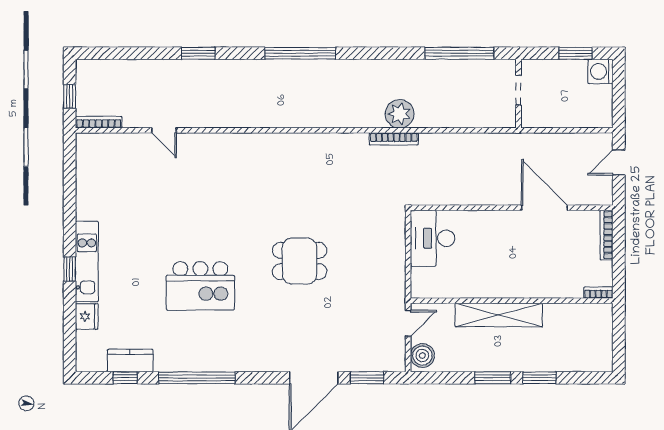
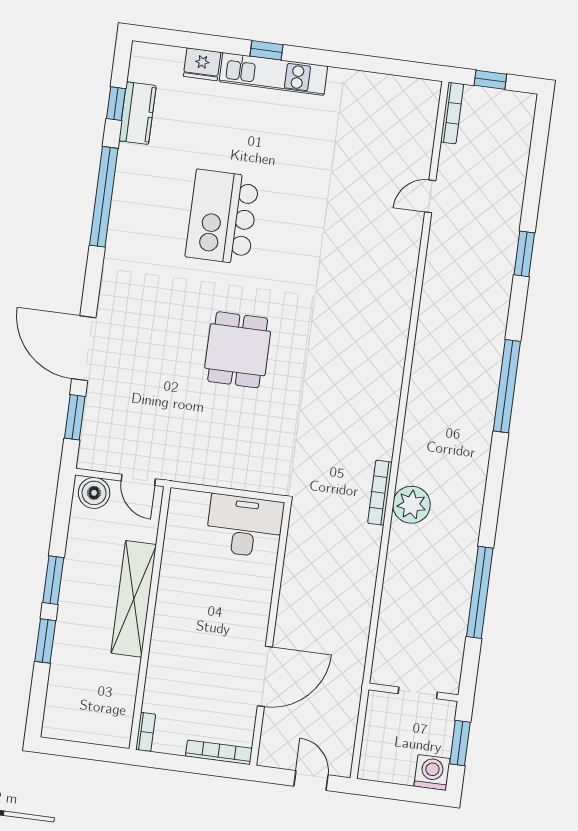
doorway: (518, 90) -> (418, 693), moved
wall: (518, 94) -> (413, 692), moved

